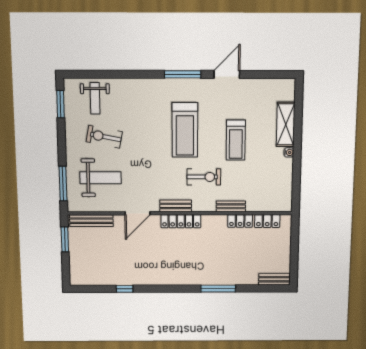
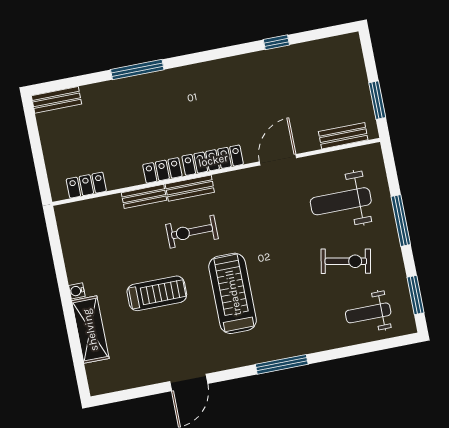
window: (183, 74) -> (282, 364), moved
weight bench: (95, 98) -> (368, 313), turned -90
treadmill: (236, 140) -> (157, 293), turned 90
window: (63, 184) -> (401, 221), moved
bench: (176, 206) -> (190, 188), moved
bench: (91, 221) -> (343, 136), width x0.73
locker: (240, 221) -> (162, 170), moved

